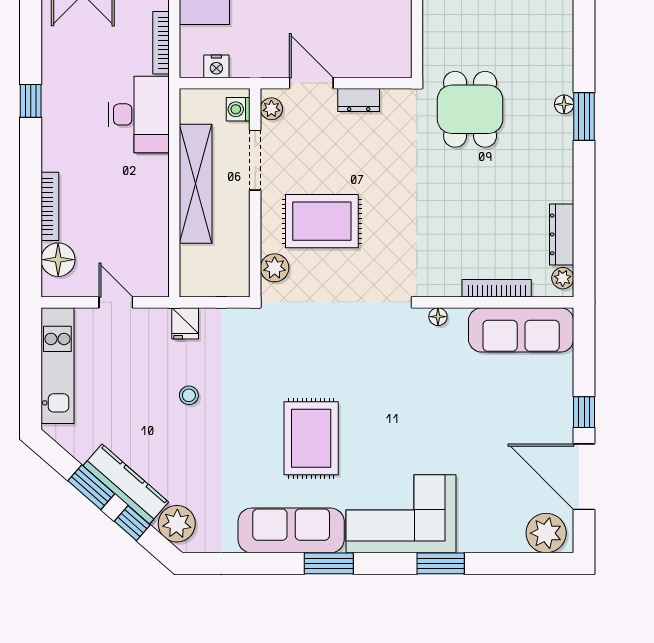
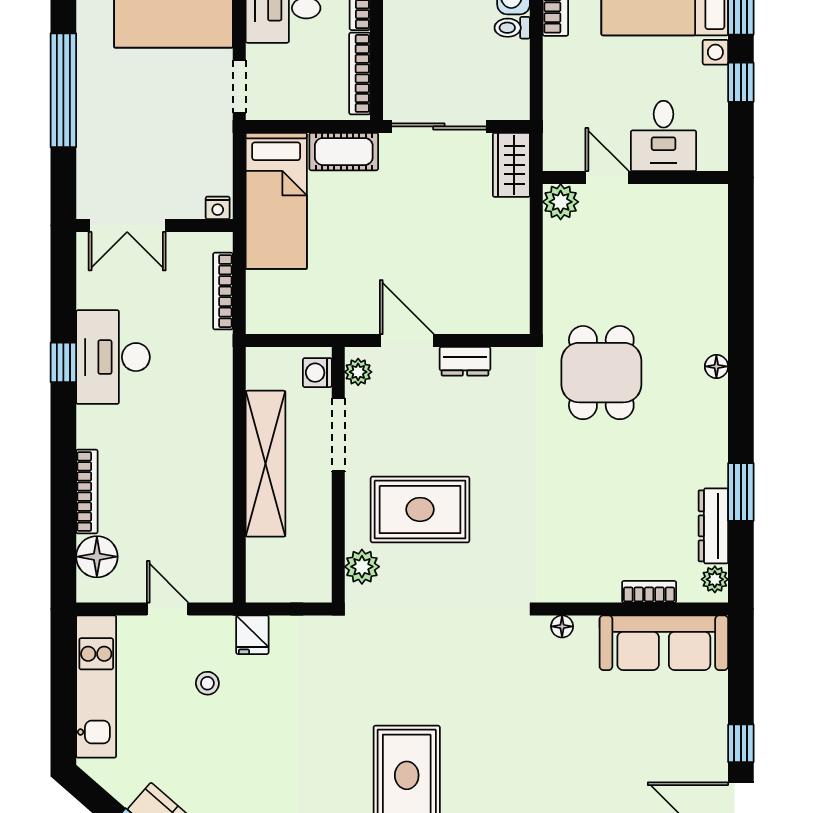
nightstand: (216, 66) -> (291, 320), removed
desk: (139, 114) -> (113, 357), moved, turned 180
window: (584, 116) -> (741, 492), moved
bookcase: (497, 288) -> (649, 592), width x0.64
stool: (189, 395) -> (207, 683), moved

